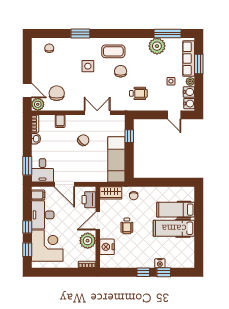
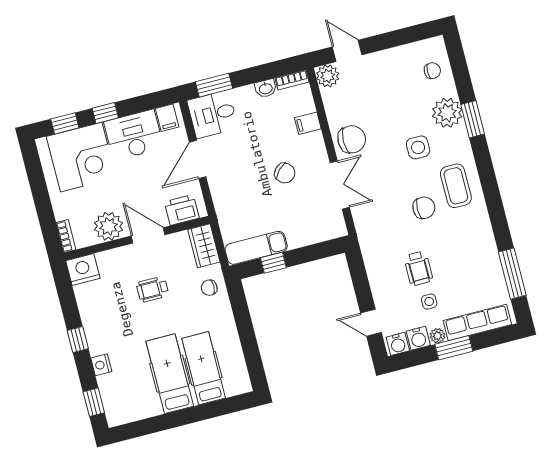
plant: (157, 46) -> (447, 113), moved
window: (199, 64) -> (454, 348), moved
door: (27, 91) -> (347, 51), swing flipped
chair: (57, 93) -> (352, 139), moved
wheelchair: (138, 93) -> (418, 268), moved
door: (174, 115) -> (371, 323), hinge flipped
window: (129, 136) -> (273, 263), moved
exam couch: (116, 159) -> (256, 248), width x0.73, depth x0.69
nightstand: (107, 247) -> (83, 270), moved
window: (164, 272) -> (94, 402), moved

